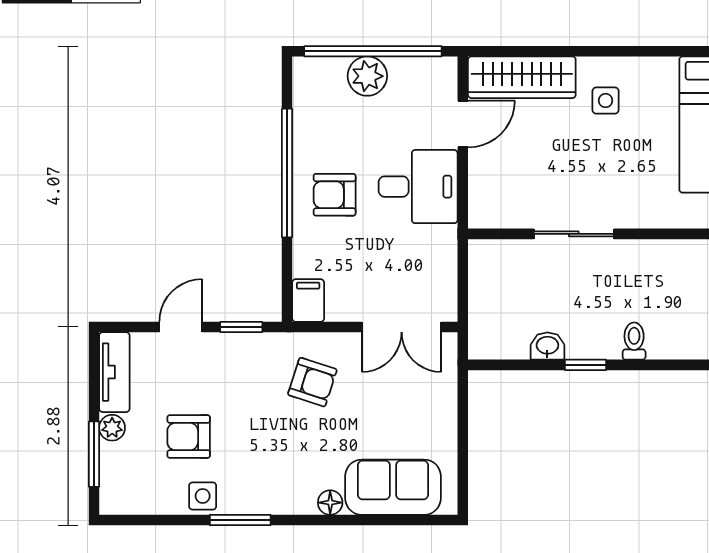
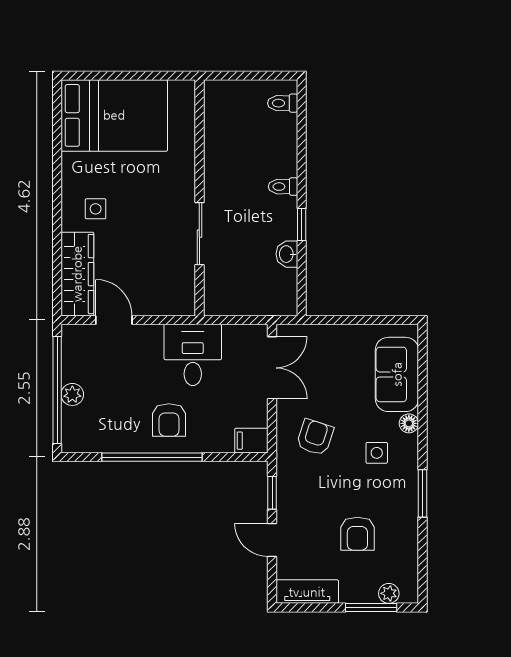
plant: (367, 76) -> (72, 394), width x0.73, depth x0.73
desk: (418, 187) -> (193, 355), moved
plant: (112, 428) -> (389, 593), moved
side table: (203, 496) -> (377, 453), moved

